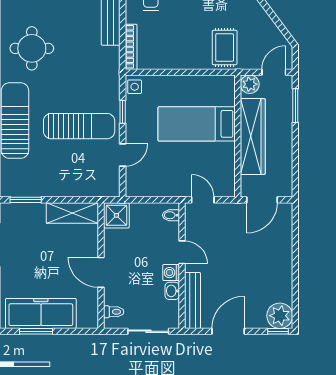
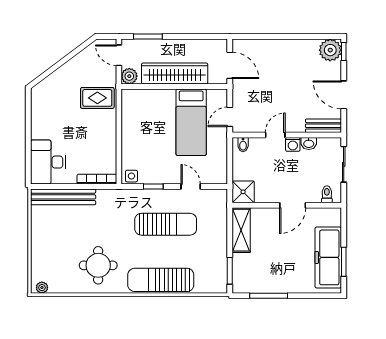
bed: (197, 124) -> (191, 122), moved
sun lounger: (79, 126) -> (166, 224), turned 90
bench: (193, 300) -> (323, 126), width x0.73

